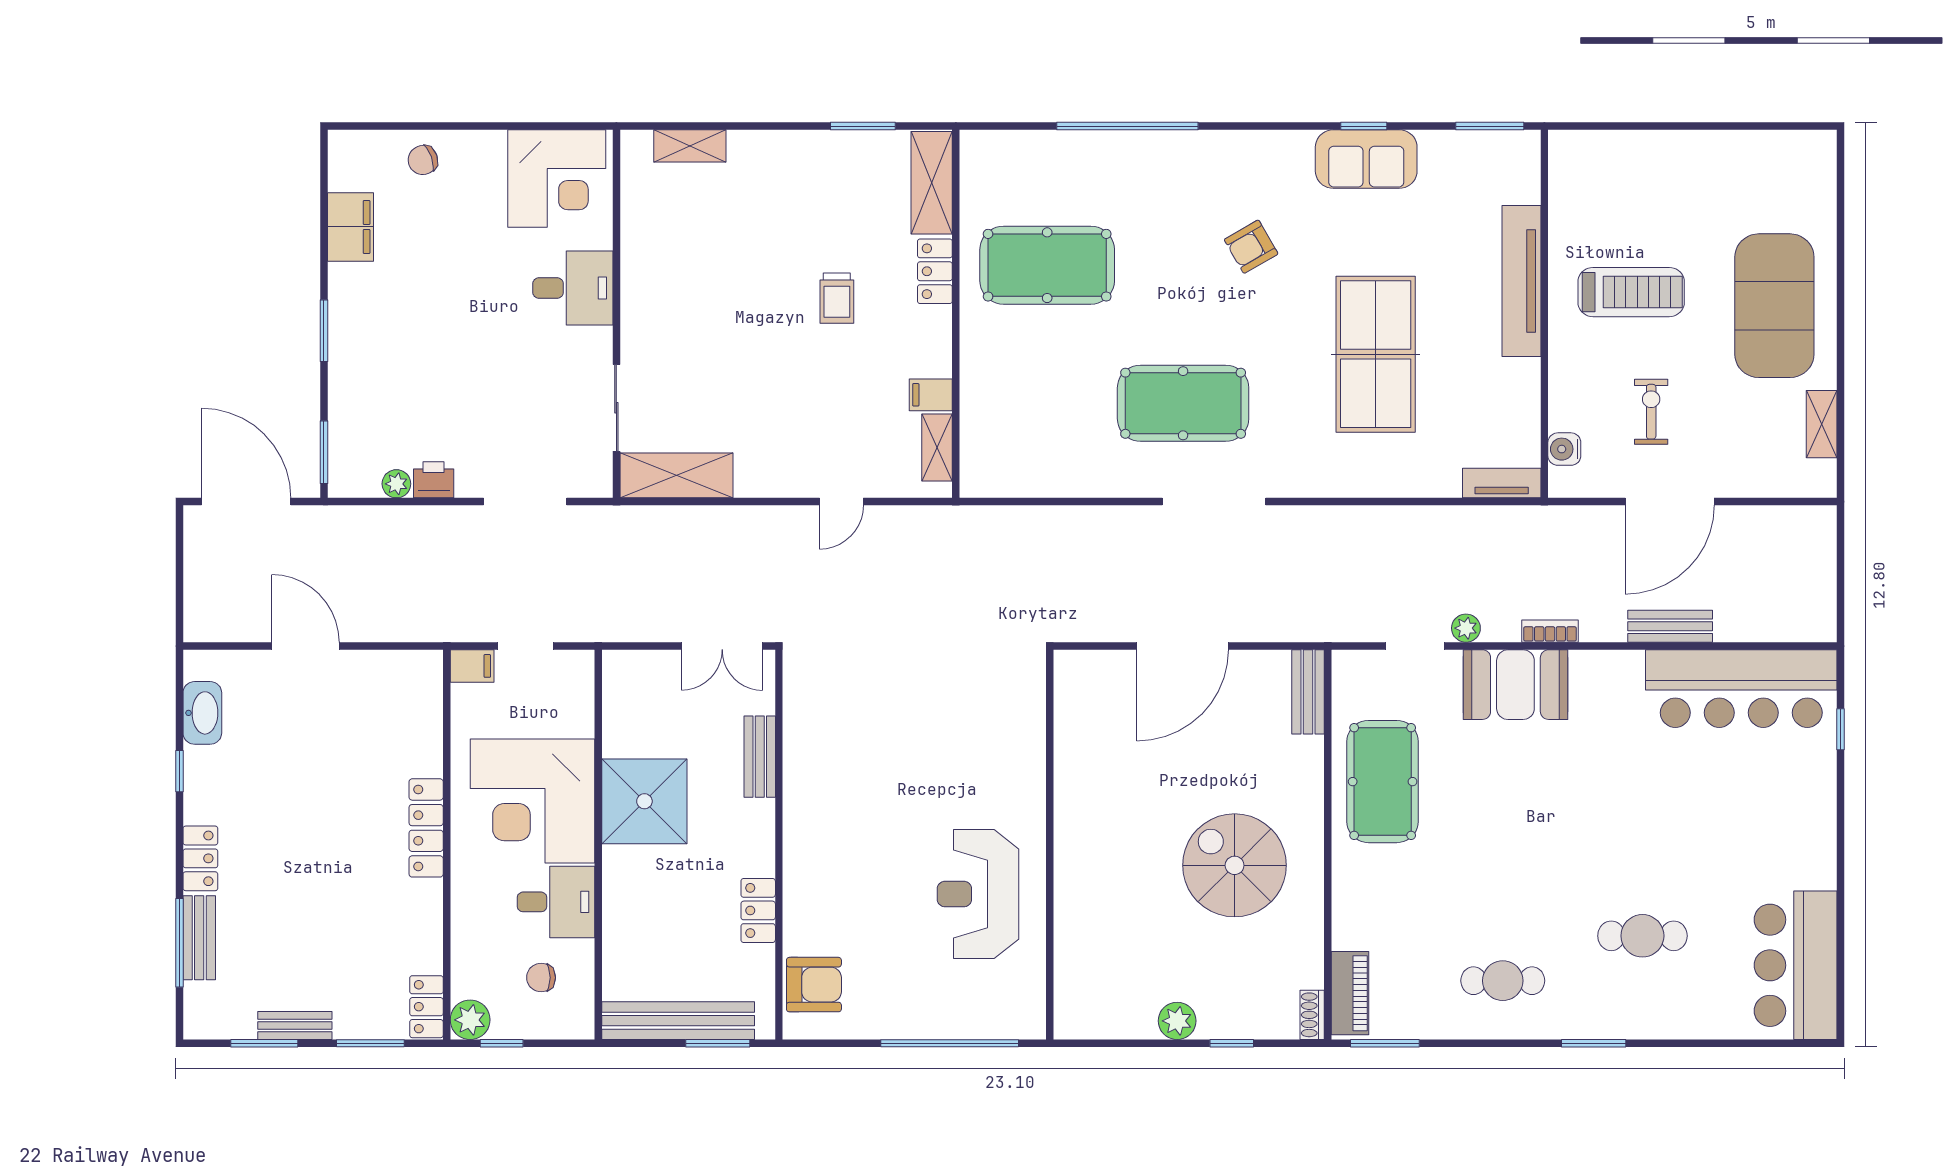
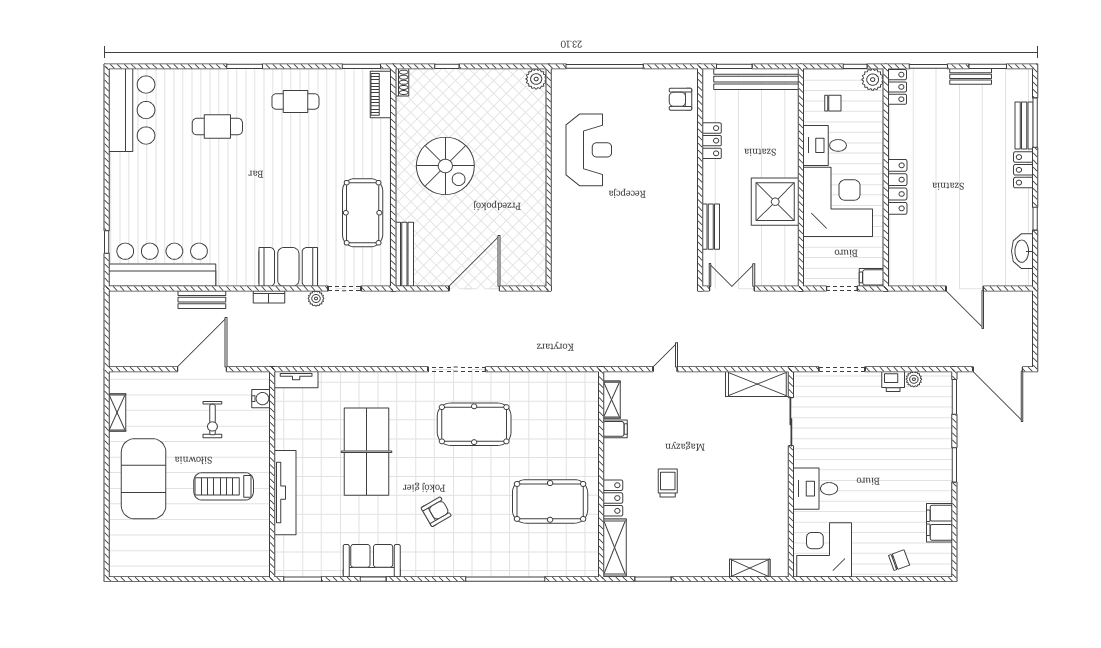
bench: (1308, 692) -> (404, 254), width x1.36
armchair: (814, 985) -> (680, 99), width x0.72, depth x0.72
plant: (1177, 1021) -> (536, 79), moved

